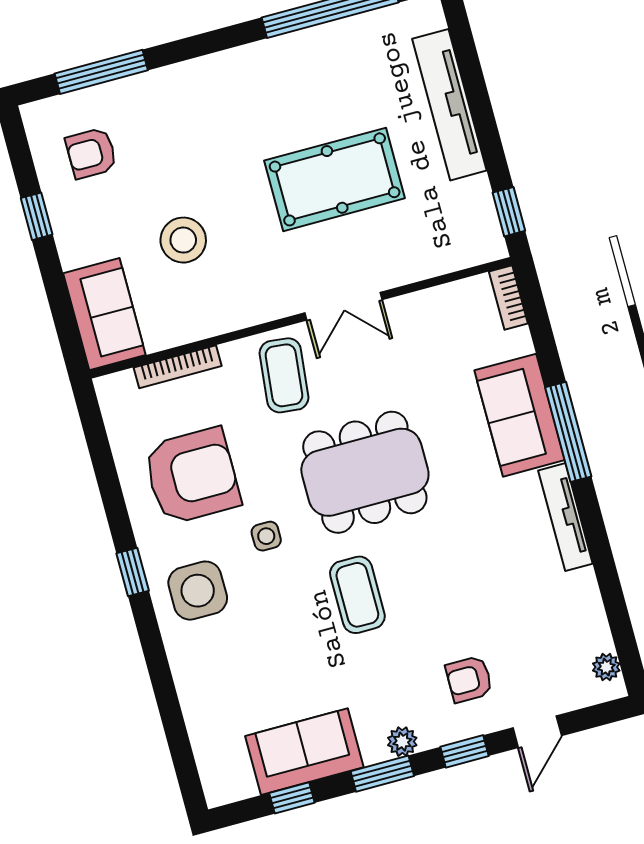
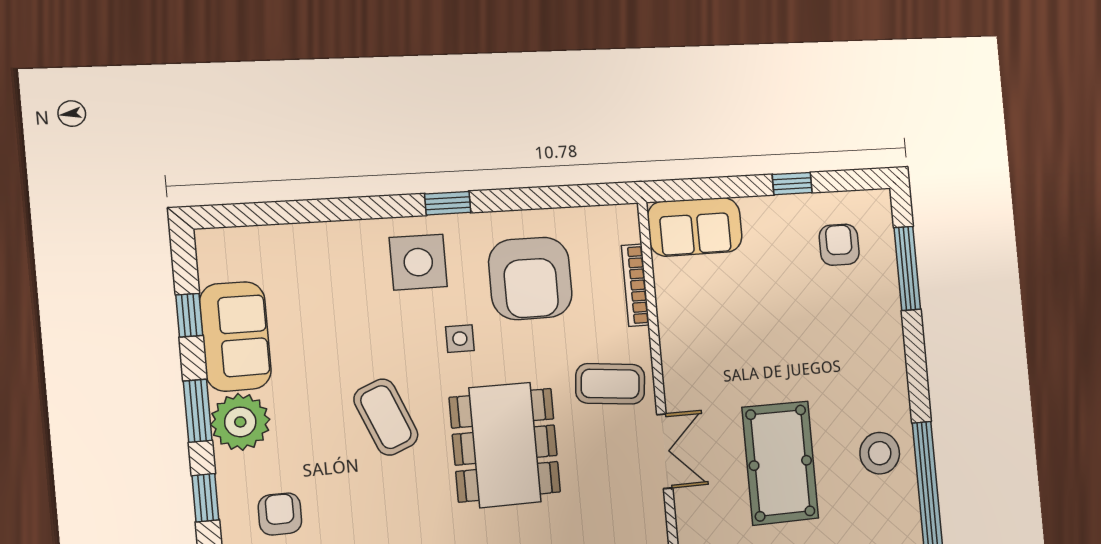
stool: (183, 240) -> (880, 453), moved
double door: (343, 306) -> (665, 451), swing flipped
coffee table: (357, 595) -> (386, 417), turned 68
plant: (402, 742) -> (240, 422), width x1.87, depth x1.87

